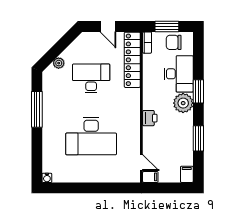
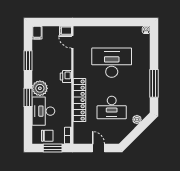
locker: (132, 60) -> (80, 100), moved

